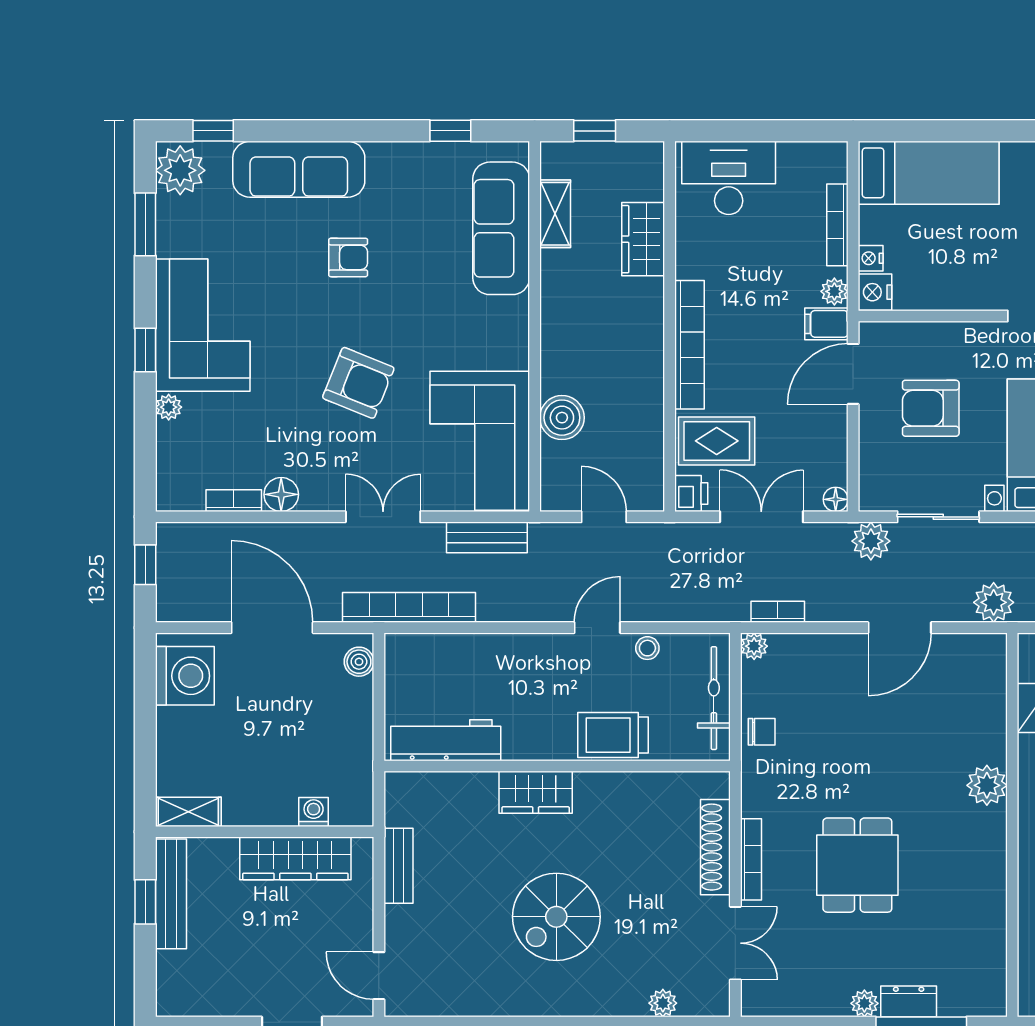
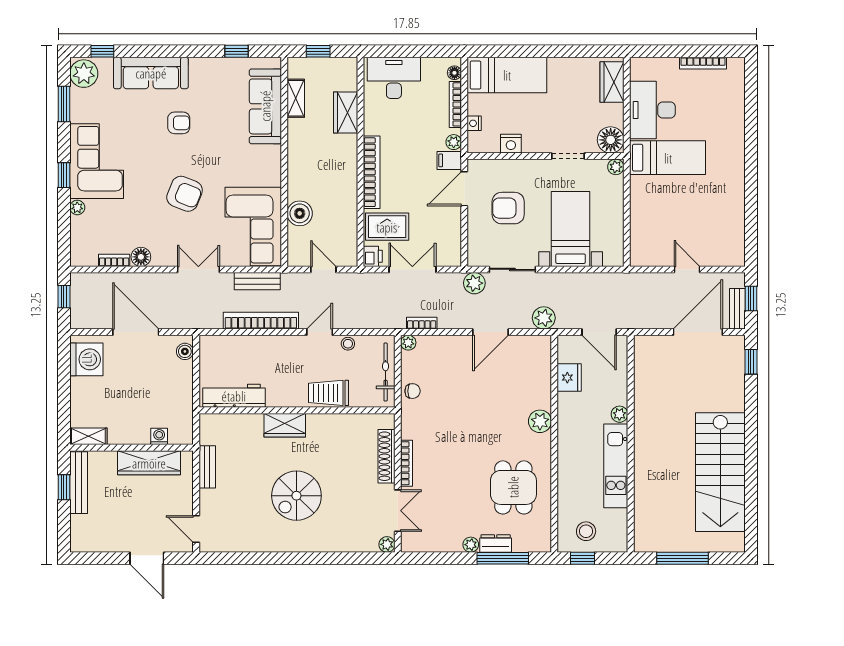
nightstand: (875, 292) -> (511, 144), moved, turned -90
floor lamp: (836, 499) -> (454, 73), moved
bookcase: (409, 607) -> (261, 321), moved
dining table: (857, 865) -> (513, 487), moved
plant: (663, 1003) -> (387, 544), moved

